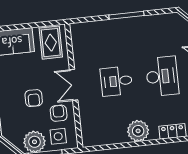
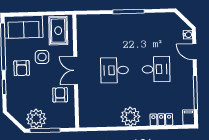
desk: (162, 76) -> (156, 69), width x0.73
armchair: (34, 98) -> (22, 68), moved
side table: (58, 136) -> (42, 57), moved

